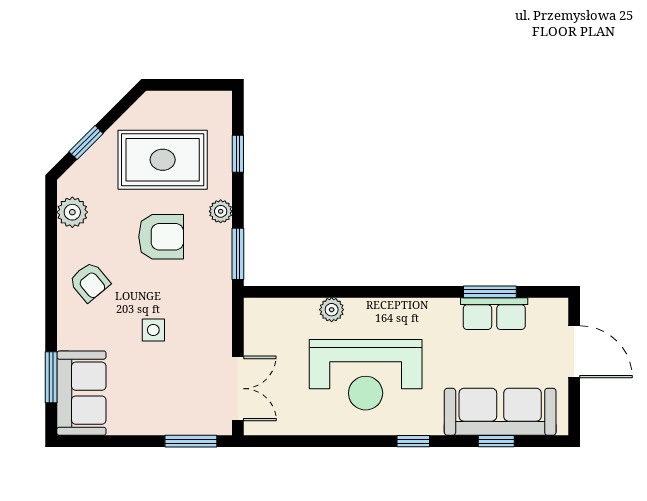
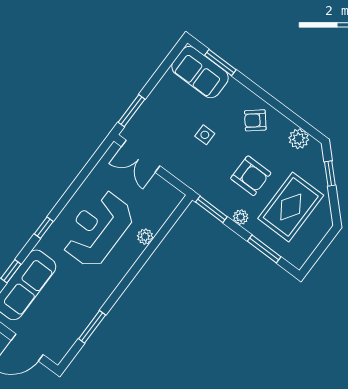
window: (238, 154) -> (264, 249), width x1.50
armchair: (161, 237) -> (251, 176), turned -90
row of seats: (494, 314) -> (79, 321), removed

